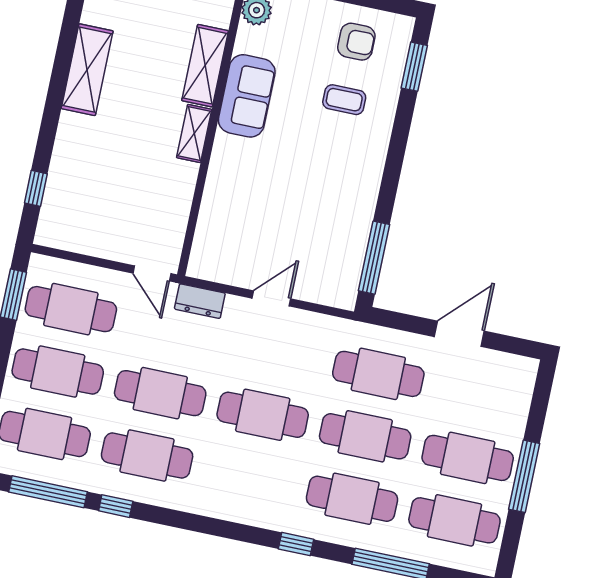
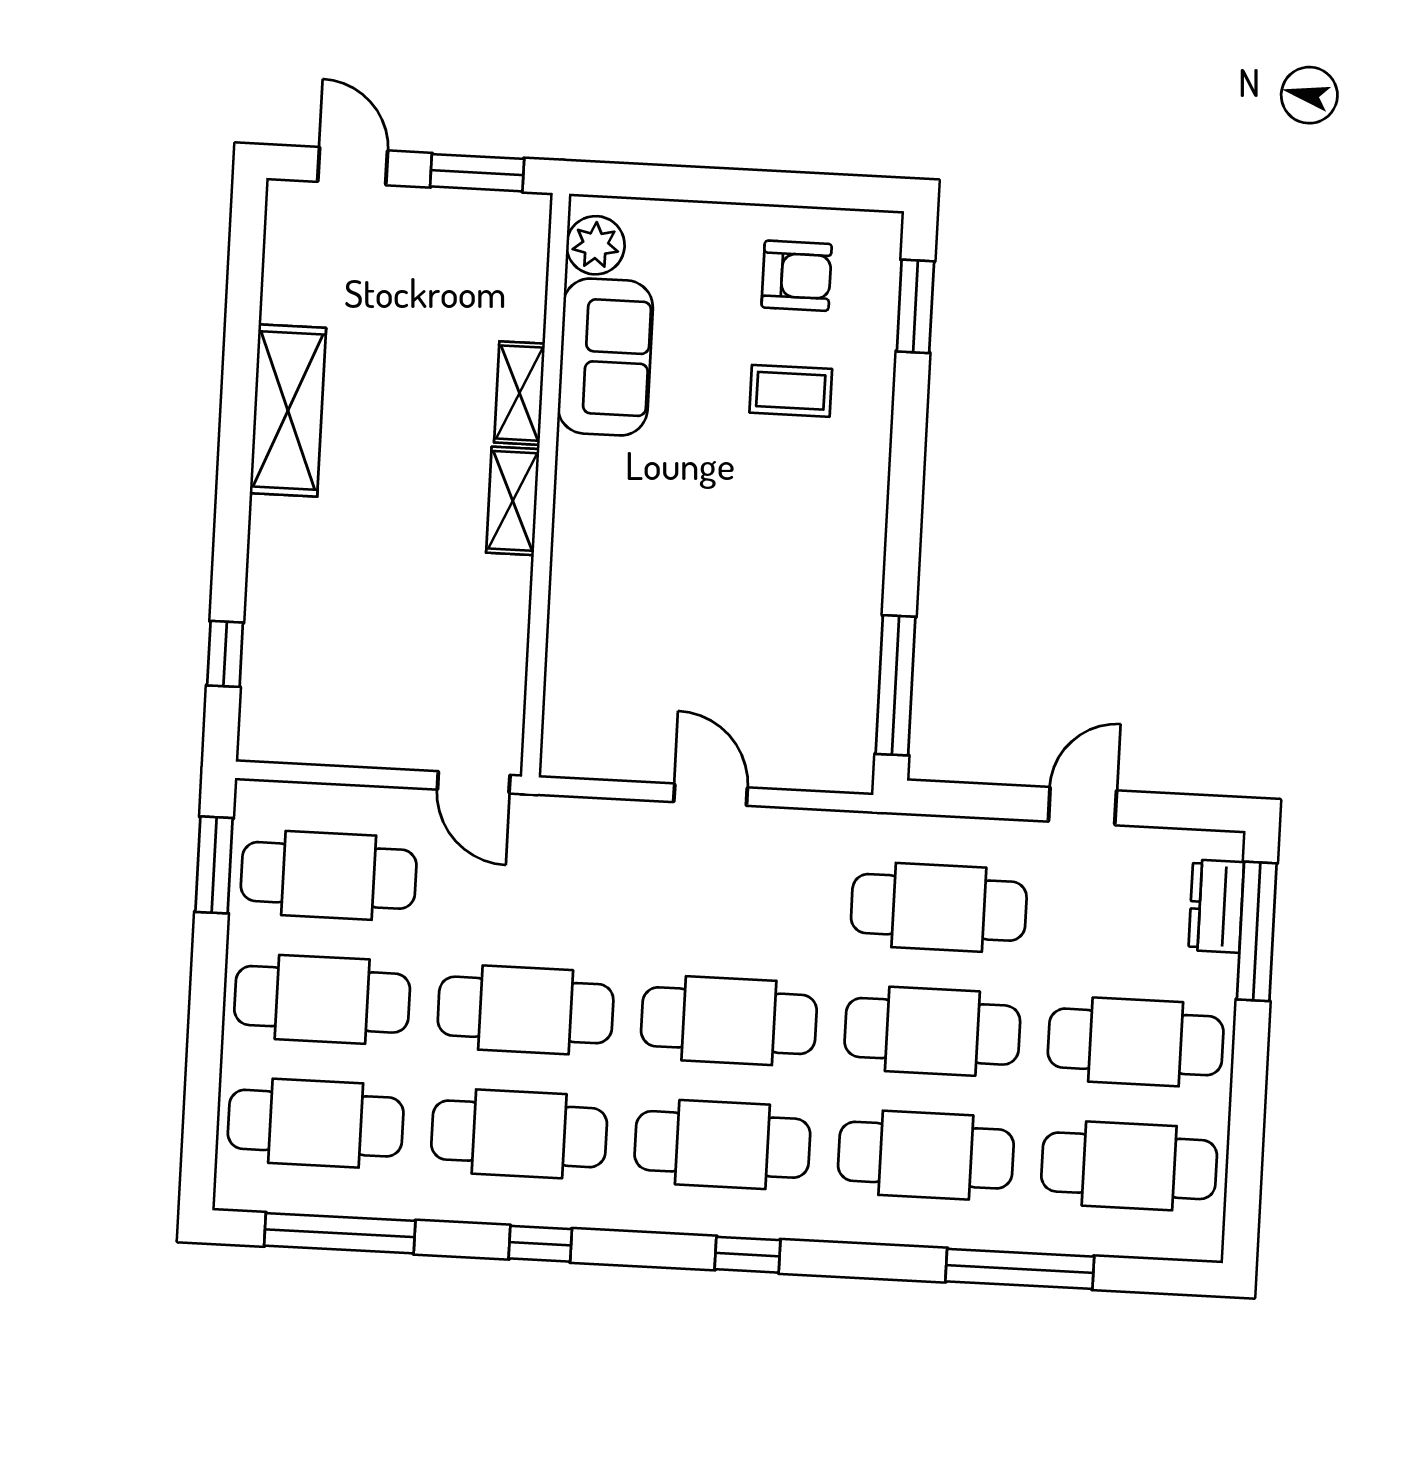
shelving: (205, 66) -> (519, 393), width x0.67, depth x0.75
sofa: (247, 96) -> (605, 357), moved
door: (271, 298) -> (711, 795), hinge flipped
dresser: (200, 301) -> (1216, 906), moved, turned 90
door: (459, 334) -> (1082, 806), width x0.73
window: (524, 476) -> (1257, 931), moved
cafe table: (250, 477) -> (722, 1144), added
window: (116, 506) -> (540, 1244), moved
window: (296, 544) -> (748, 1255), moved

